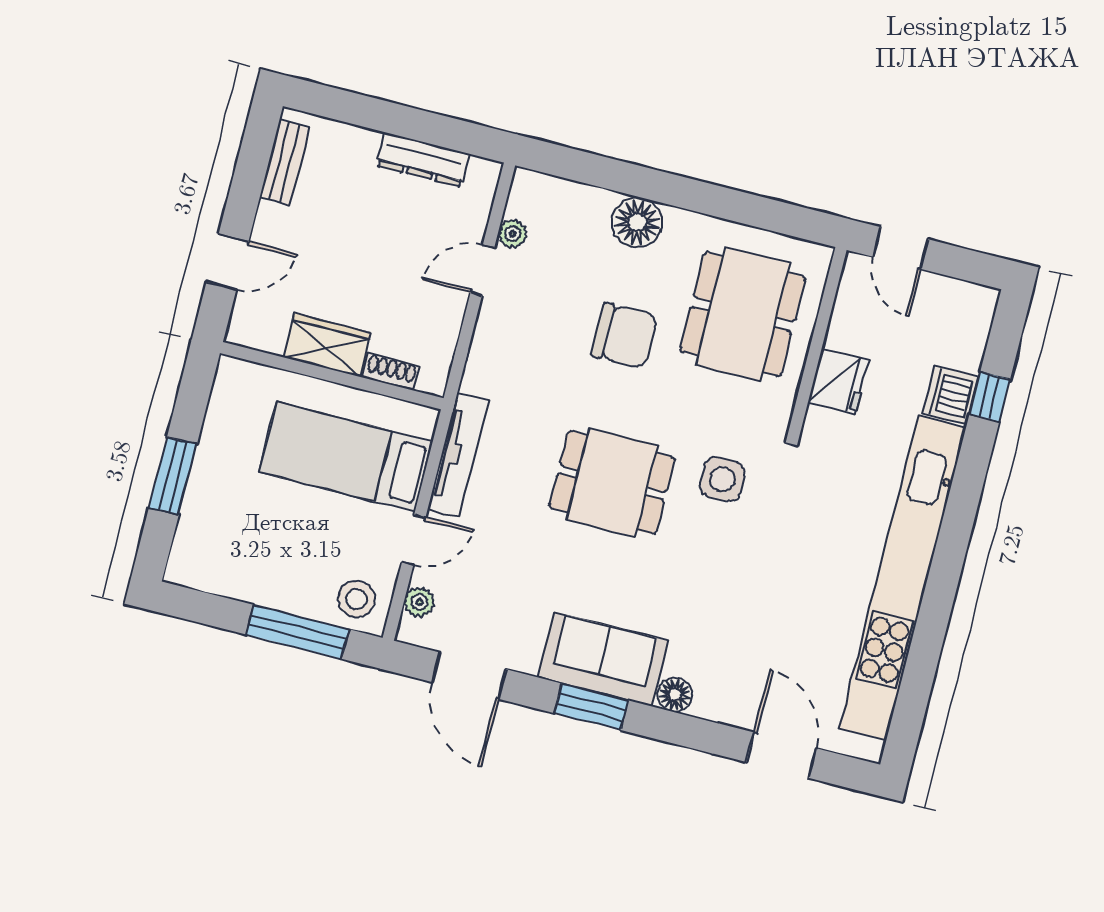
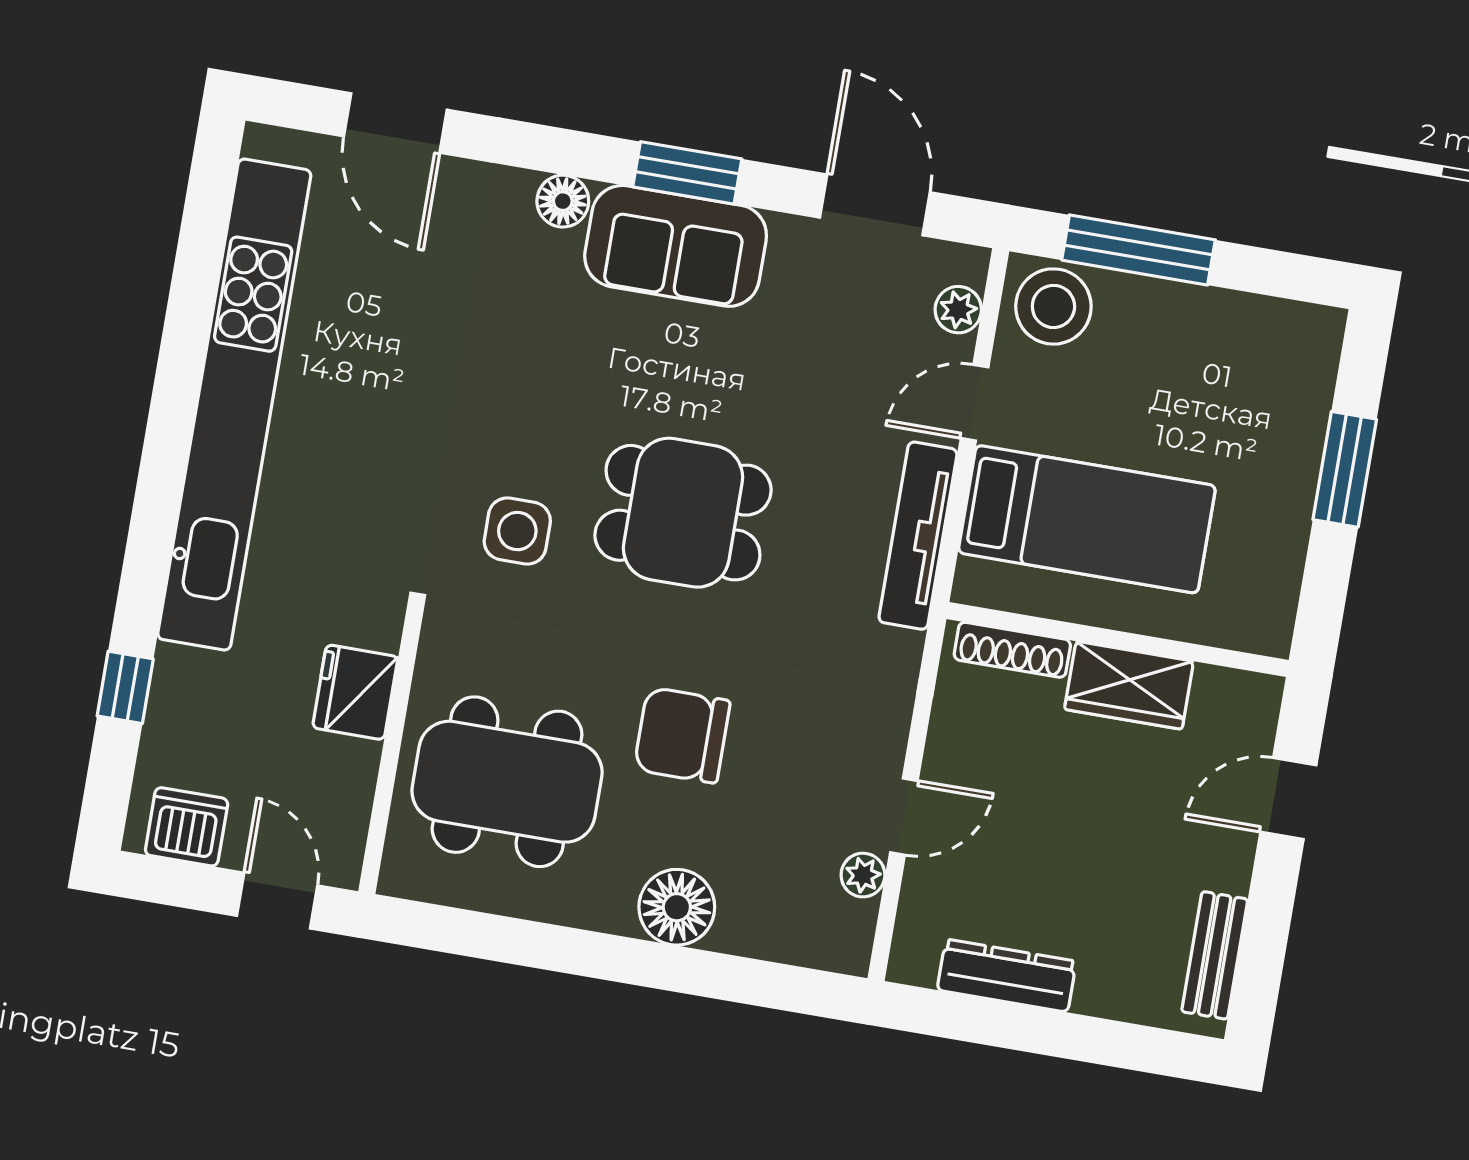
dining table: (743, 314) -> (507, 782), turned 90
shoe rack: (391, 372) -> (1012, 650), width x1.43
dishwasher: (951, 395) -> (187, 827), moved, turned -90
stool: (357, 599) -> (1053, 306), width x1.38, depth x1.38

